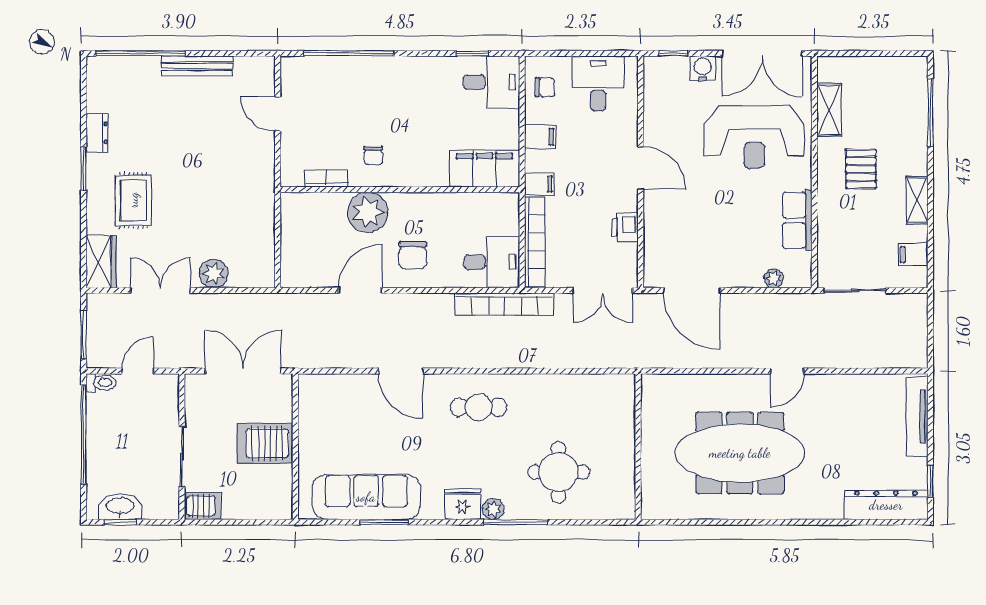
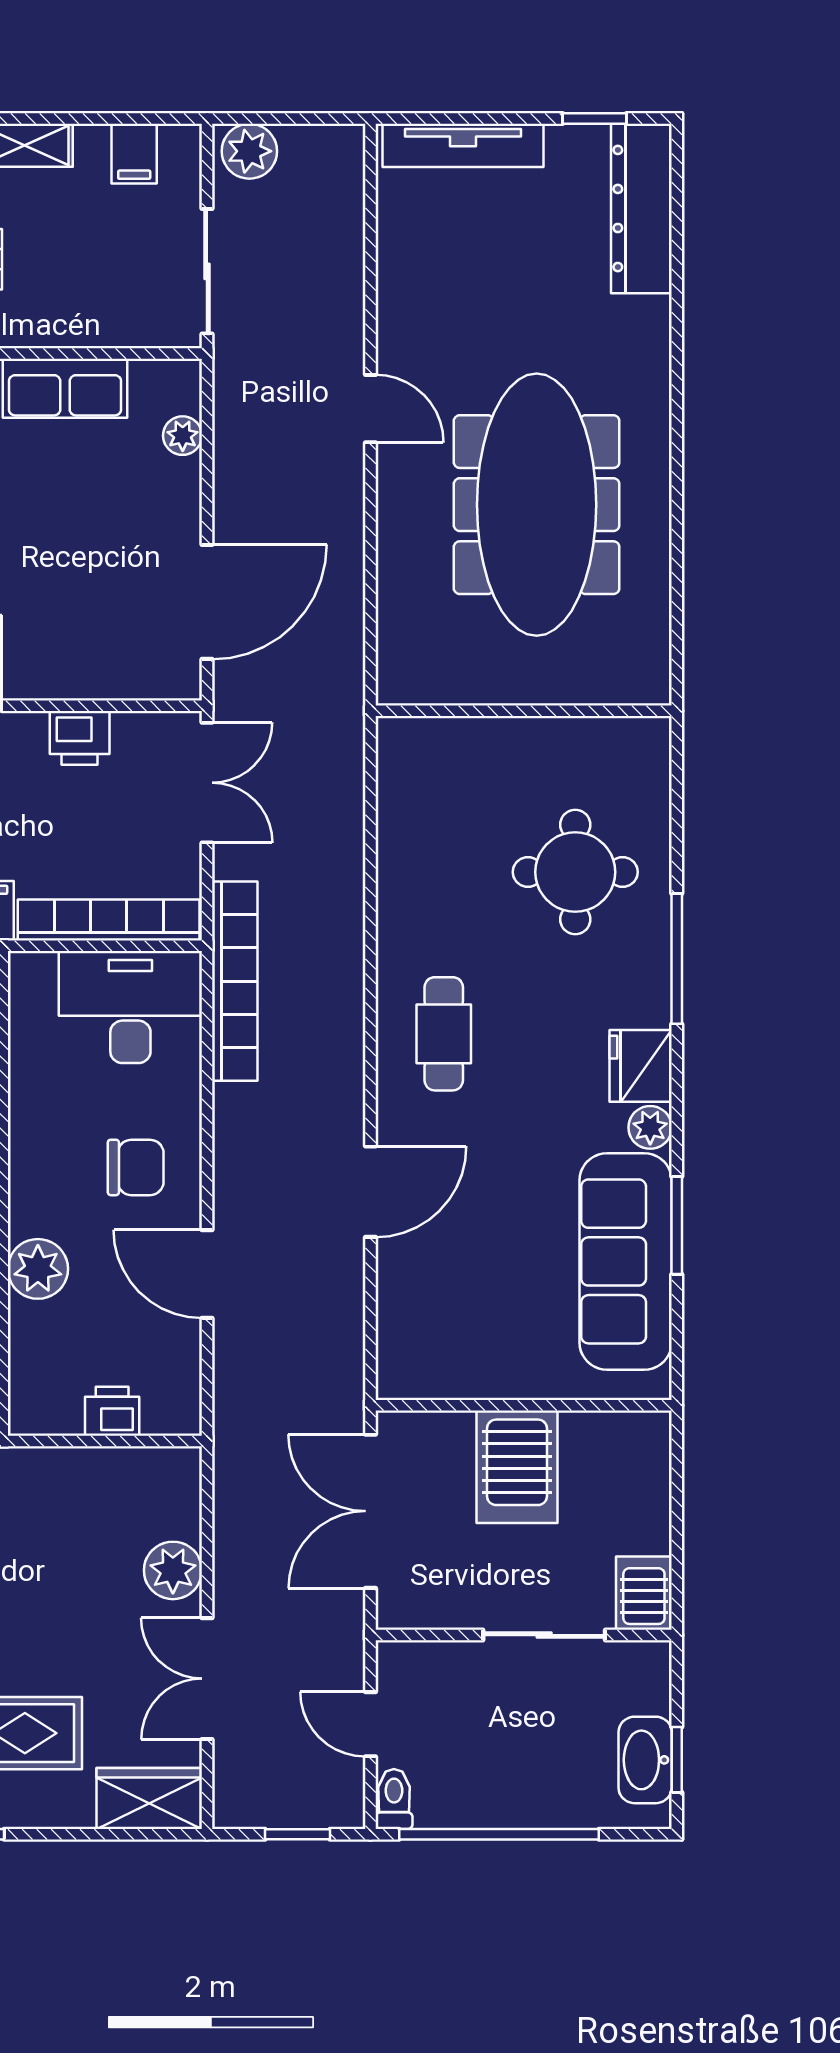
plant: (368, 212) -> (38, 1269), width x0.73, depth x0.73
printer: (292, 244) -> (112, 1411), added
desk: (492, 262) -> (130, 1007), width x1.37
plant: (914, 311) -> (249, 151), added
window: (84, 335) -> (297, 1834), width x0.67
plant: (493, 509) -> (650, 1127), moved

